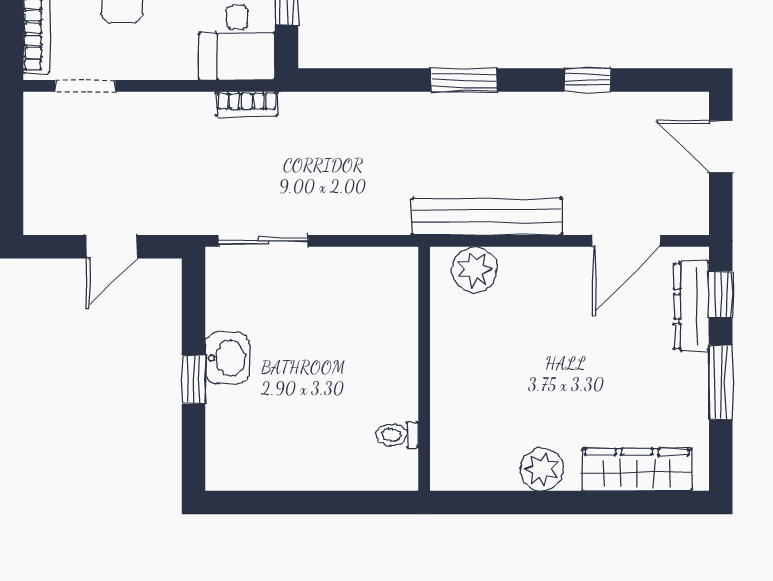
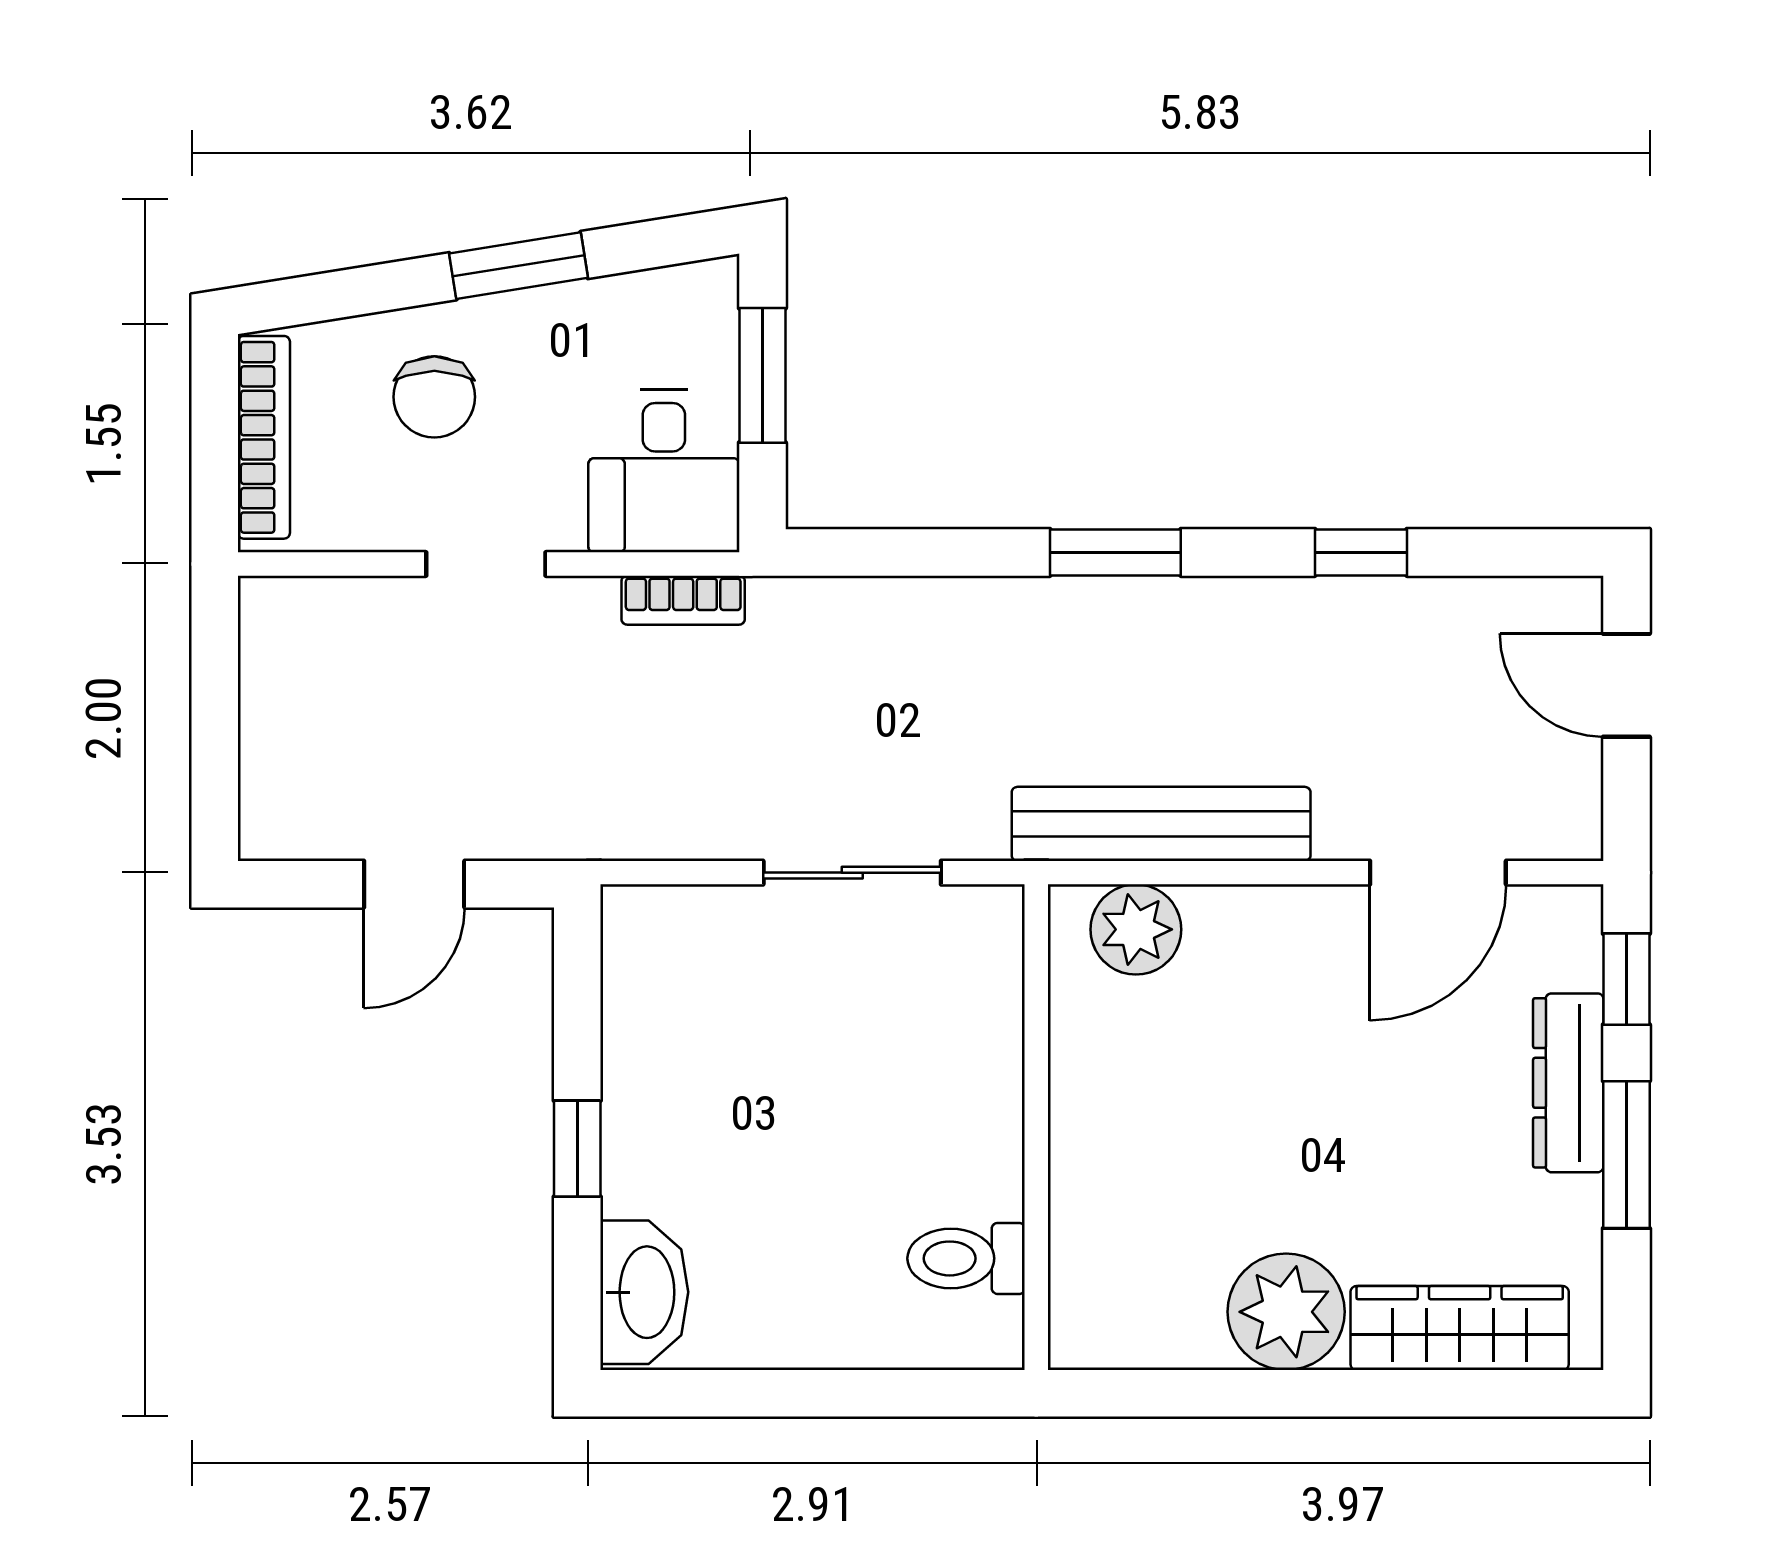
doorway: (85, 86) -> (486, 564), moved
sliding door: (263, 241) -> (852, 873), moved
dresser: (691, 306) -> (1568, 1083), moved
washbasin: (227, 358) -> (644, 1292), moved, width x1.38
toilet: (397, 435) -> (966, 1258), width x1.37, depth x1.39
plant: (542, 469) -> (1286, 1312), width x1.36, depth x1.36

